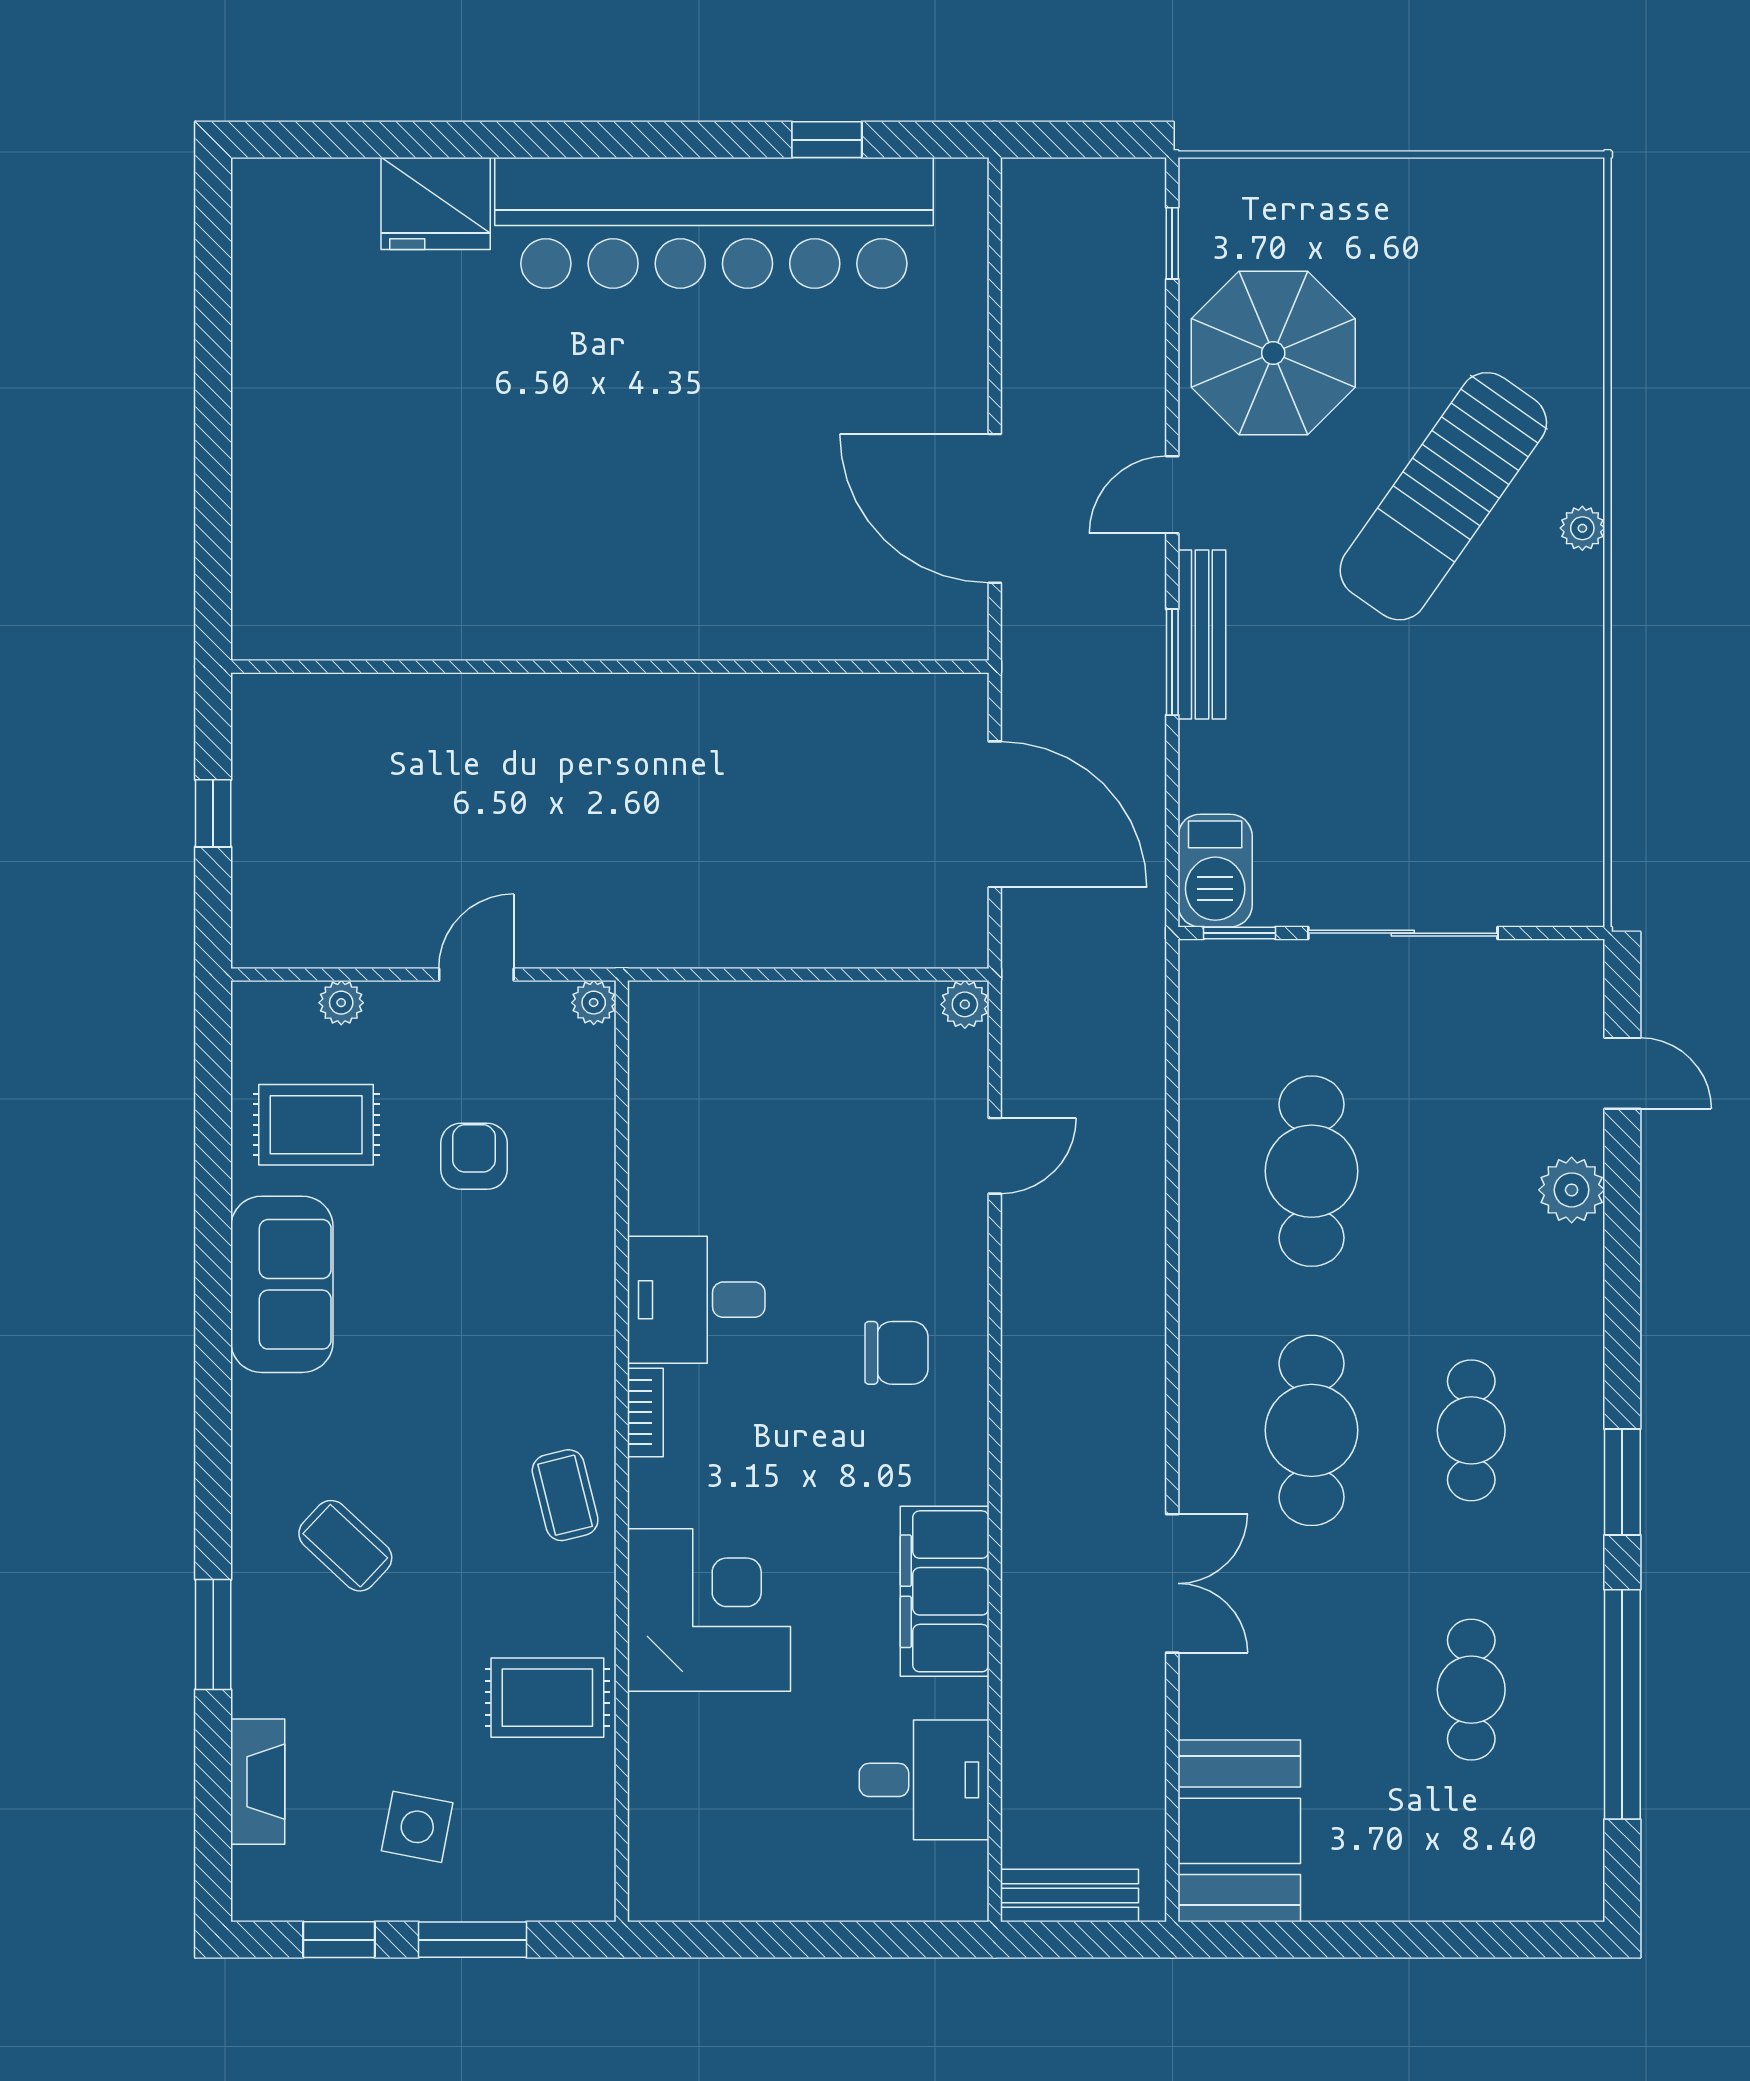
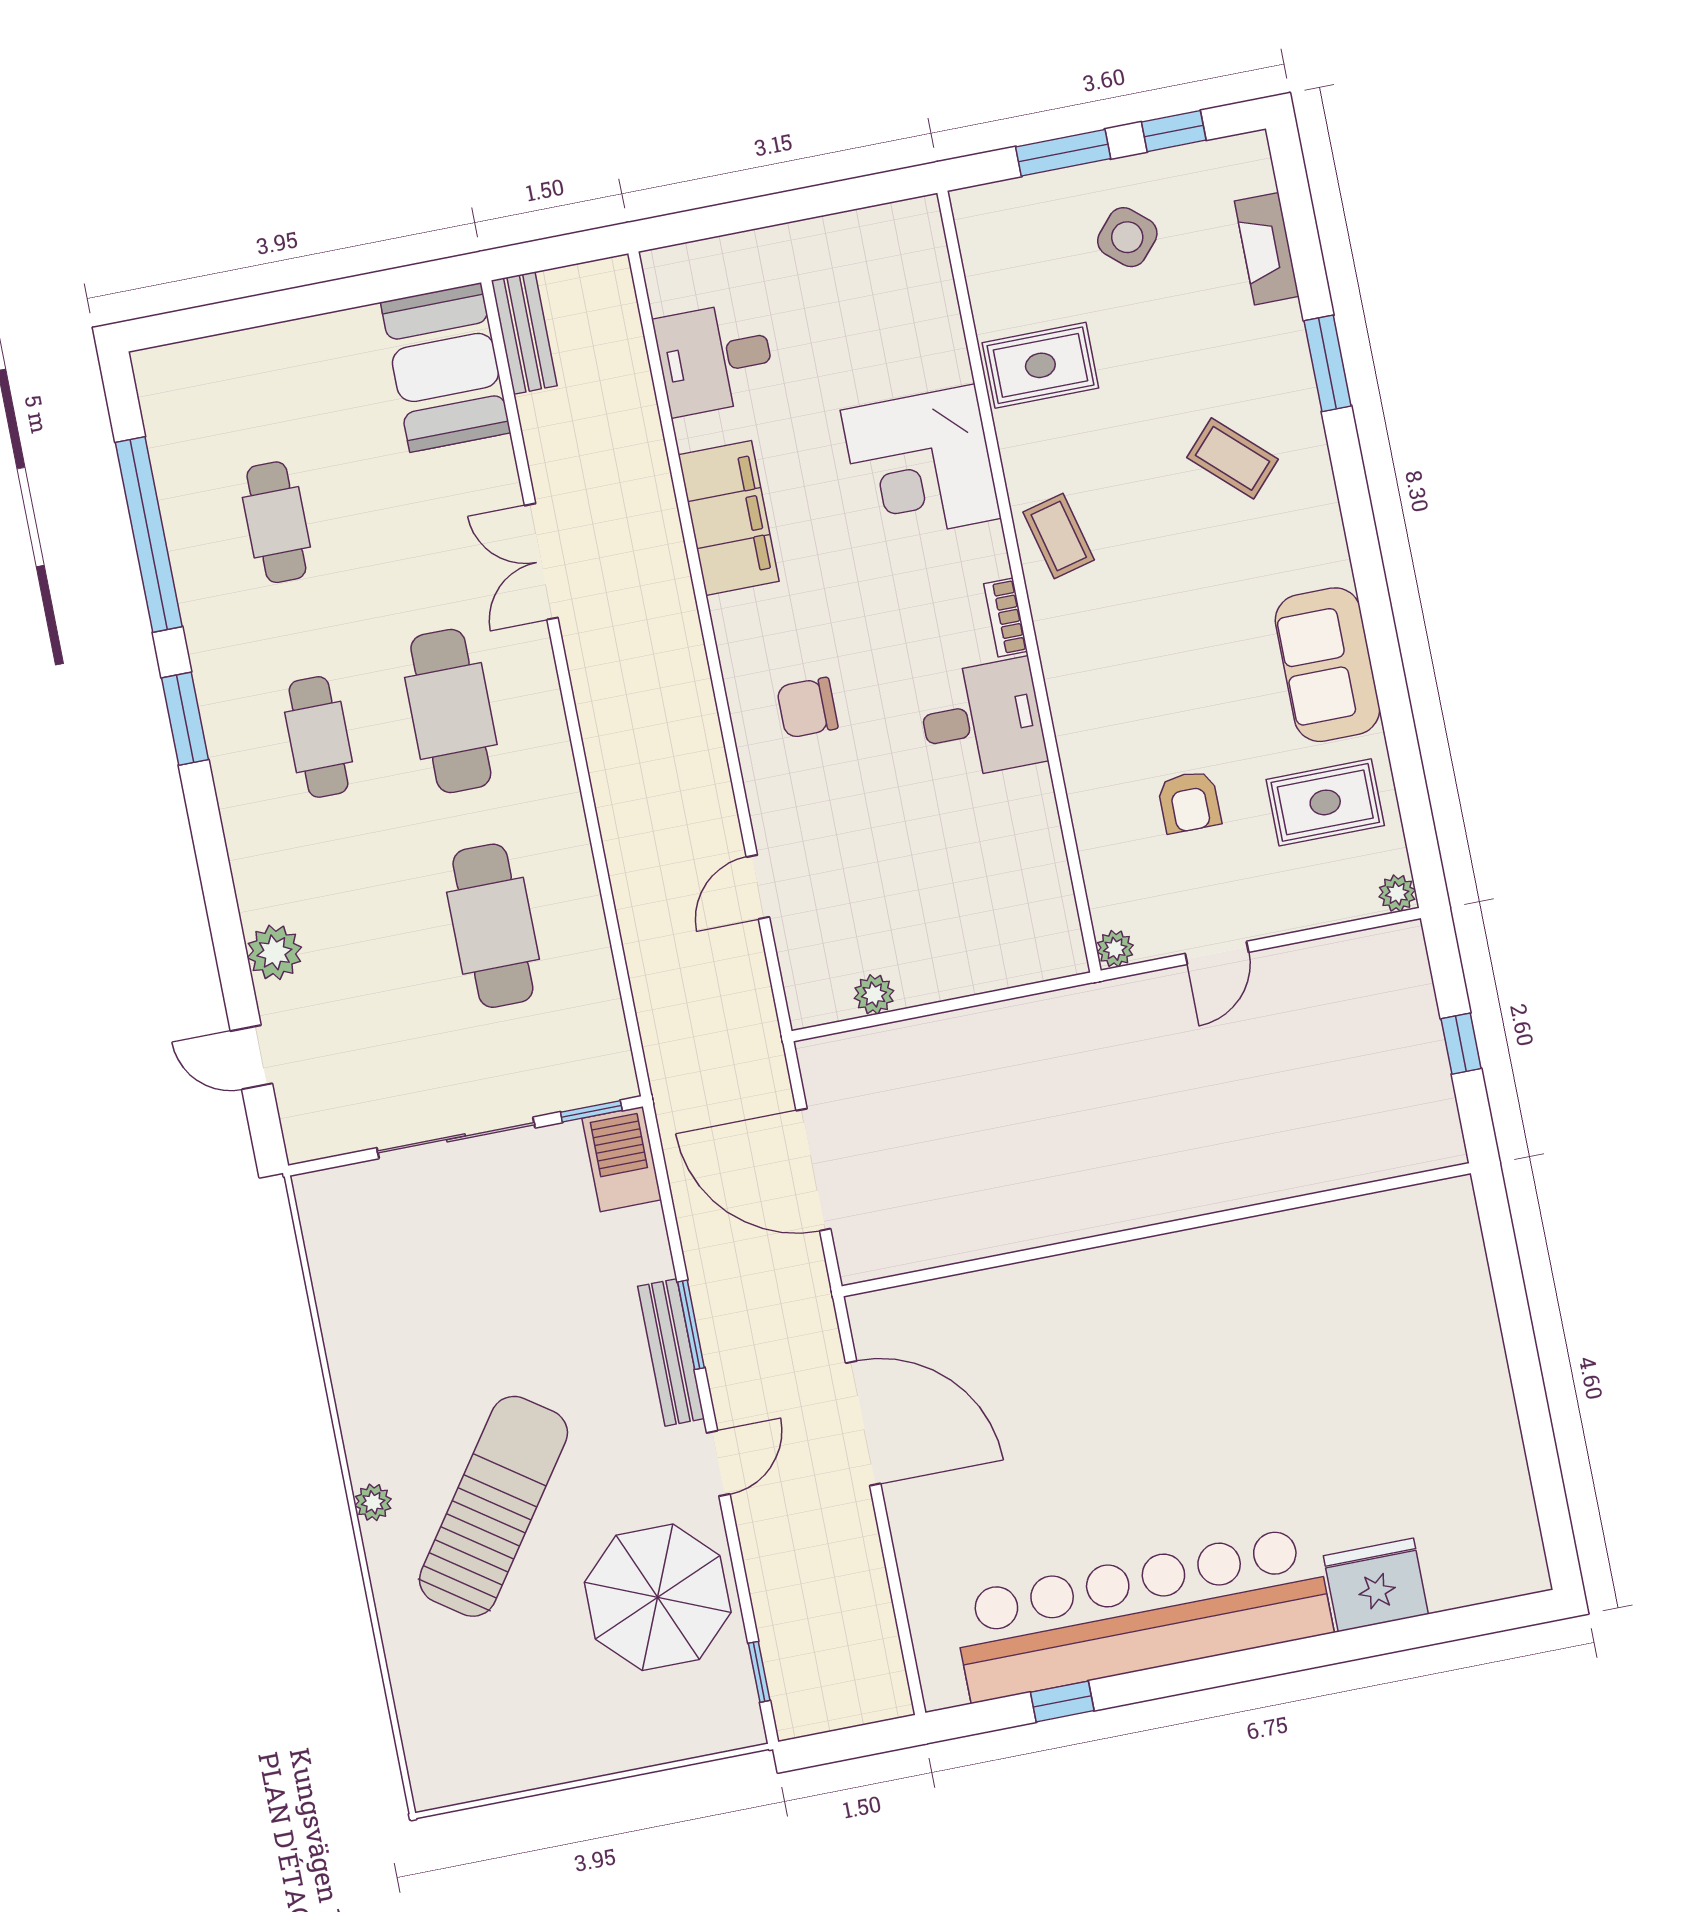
plant: (341, 1003) -> (1397, 893), moved
plant: (965, 1004) -> (874, 994), moved
side table: (417, 1827) -> (1127, 237), turned 30
bench: (1069, 1895) -> (524, 333), moved, turned 90

